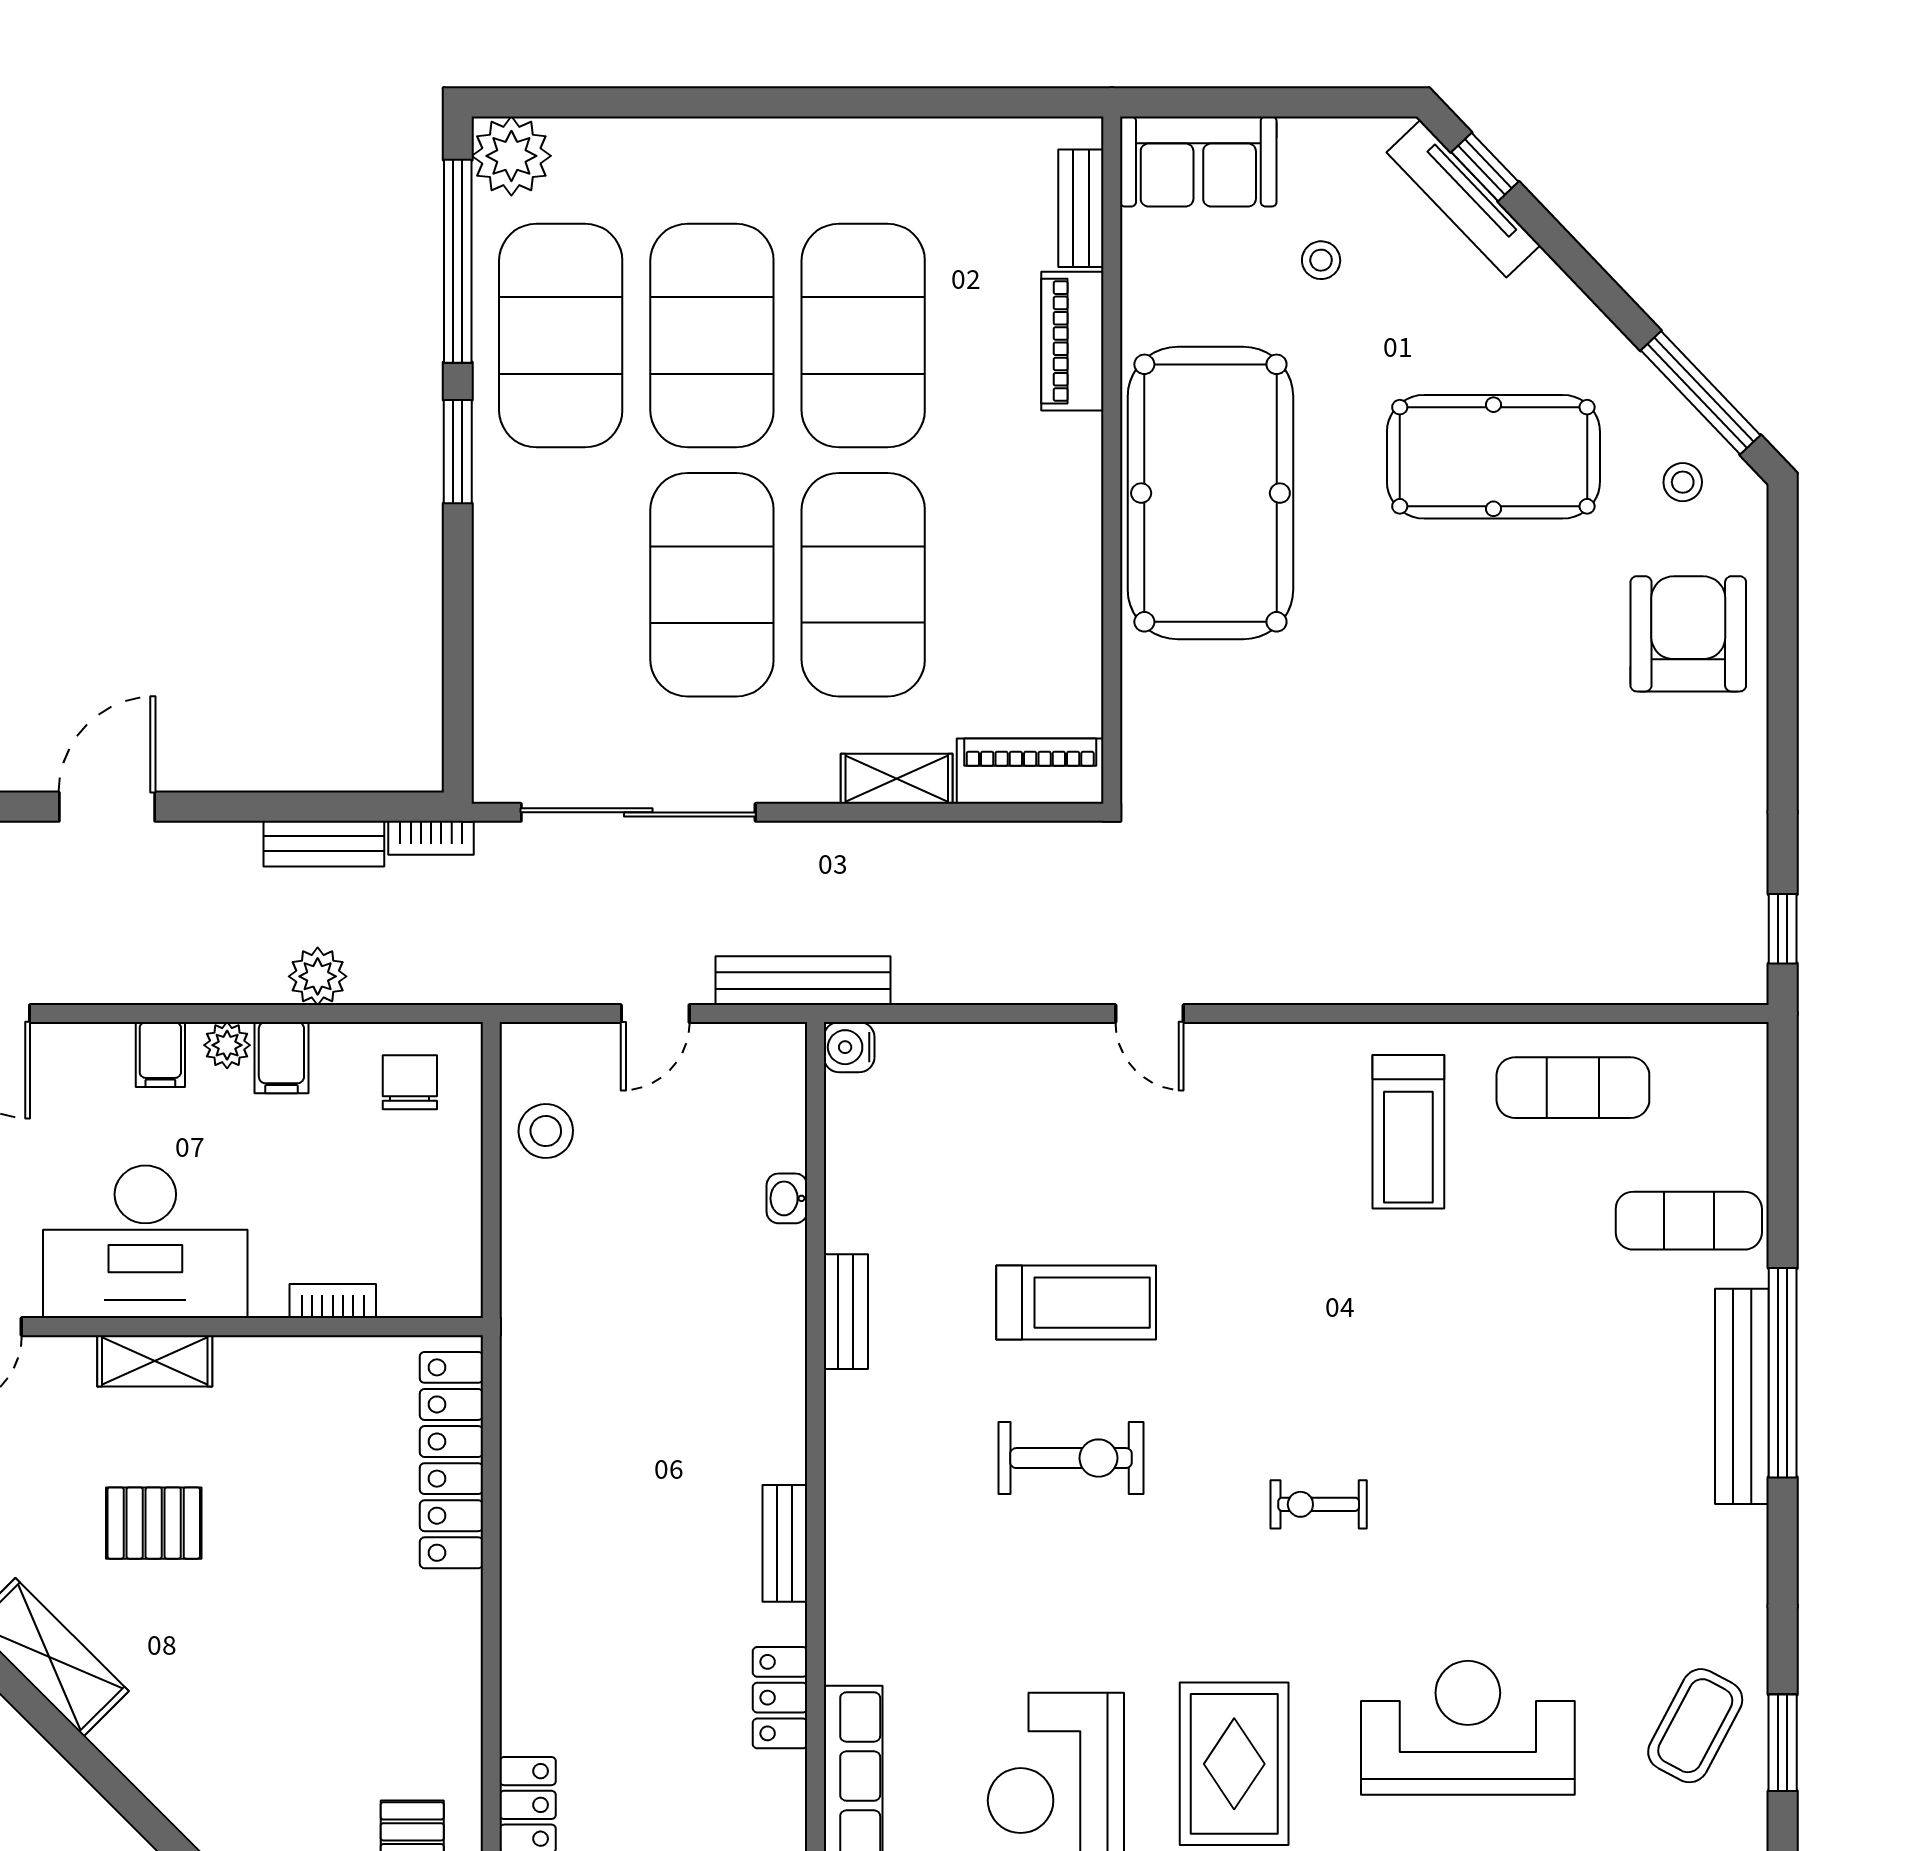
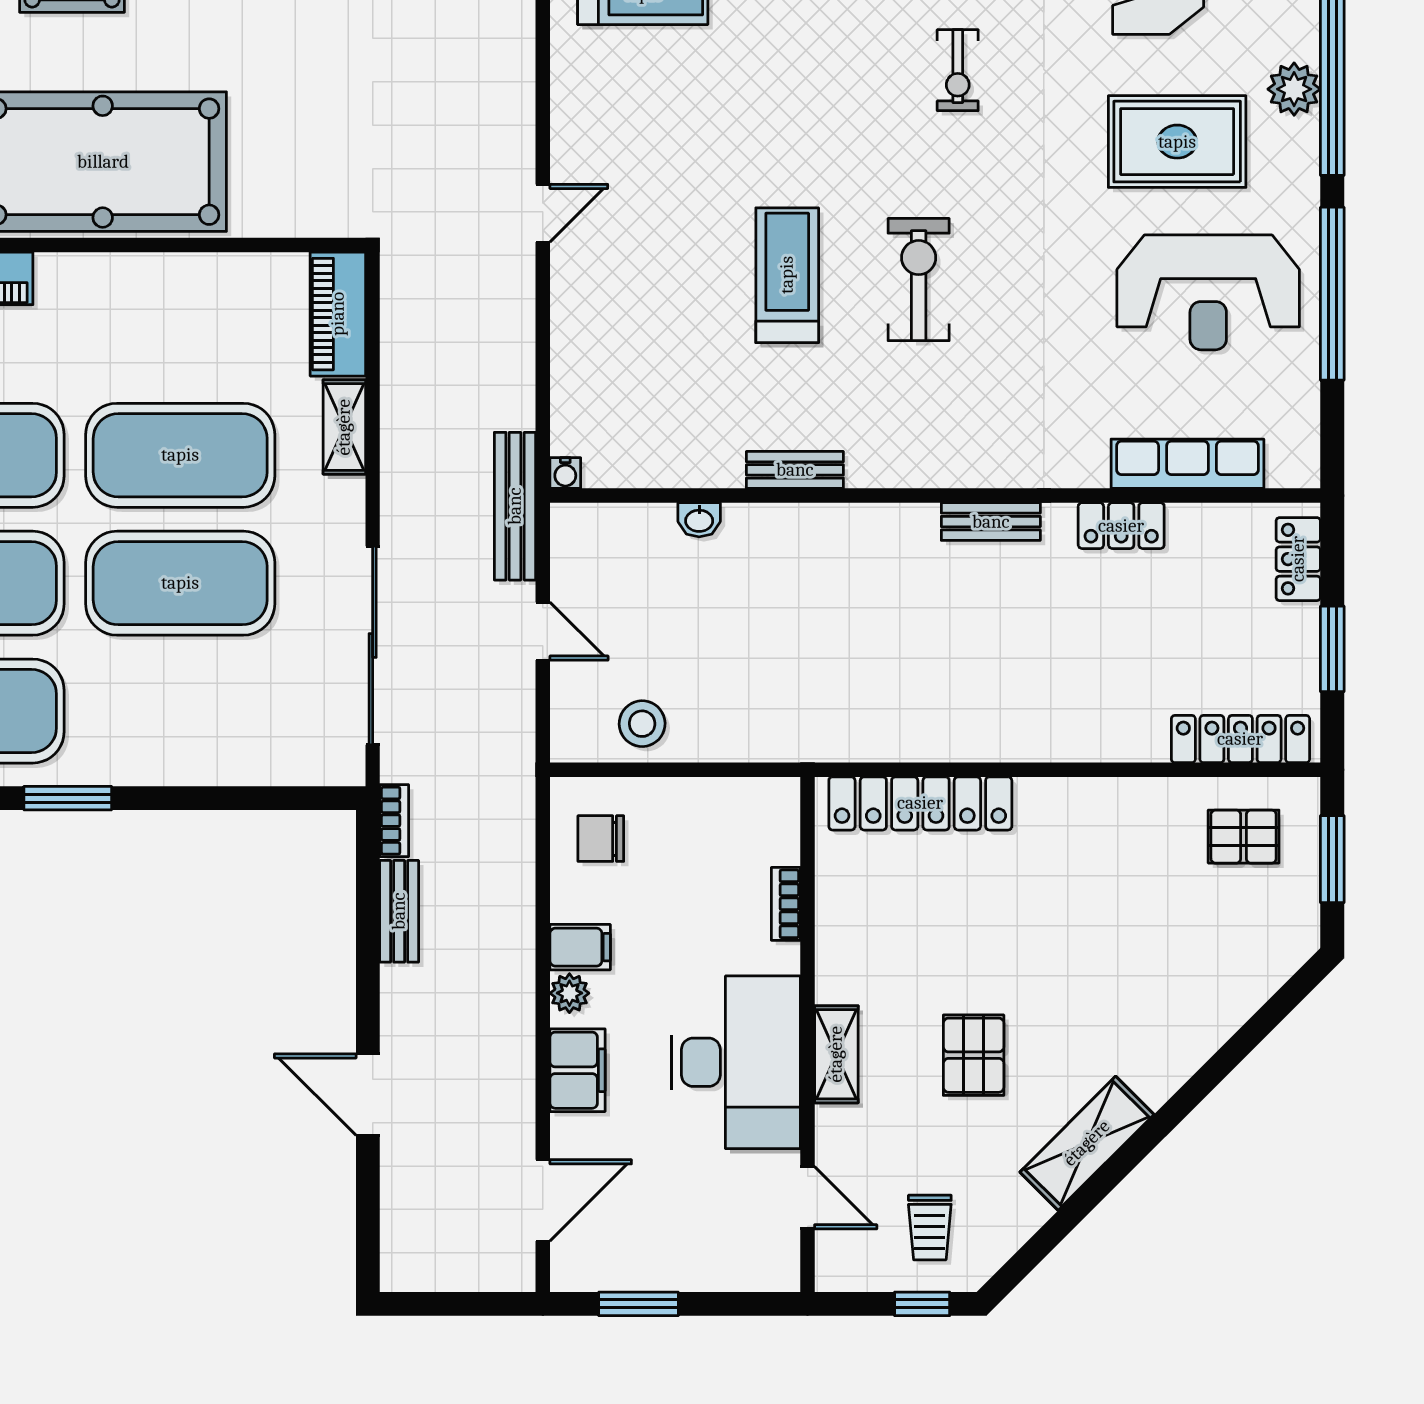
plant: (318, 976) -> (511, 917), removed
water cooler: (849, 1047) -> (565, 473), width x0.72, depth x0.72
filing cabinet: (160, 1055) -> (577, 1070), width x2.00

